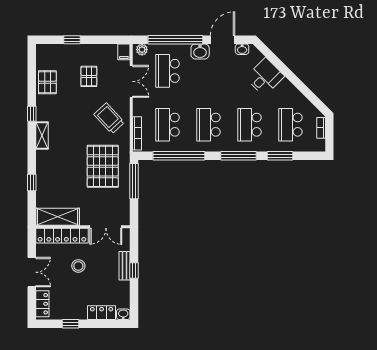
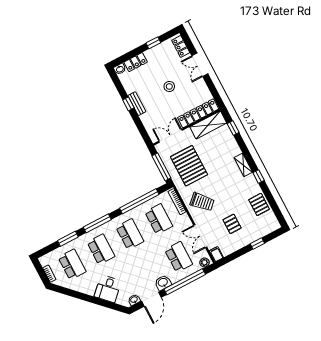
shelving: (58, 217) -> (208, 125), moved
wall: (83, 227) -> (187, 127), moved
double door: (106, 227) -> (170, 136), moved
locker: (62, 236) -> (198, 113), moved

